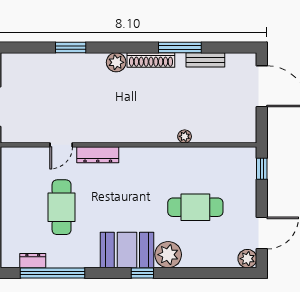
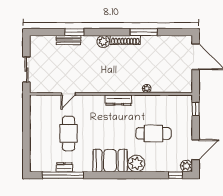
bench: (205, 60) -> (69, 40), moved
dresser: (98, 155) -> (118, 100), moved
dresser: (33, 261) -> (64, 167), moved
window: (142, 273) -> (176, 175), moved

